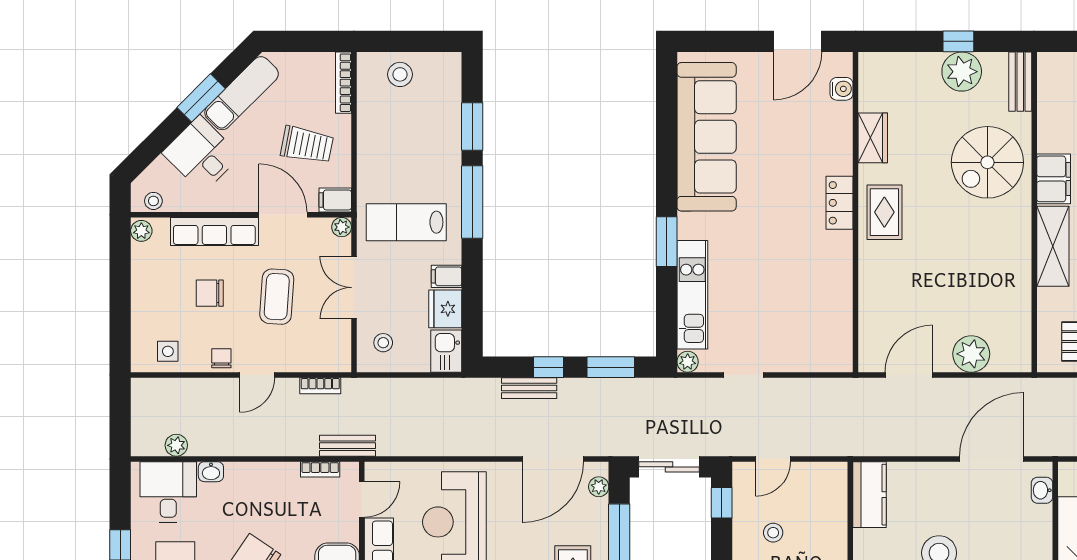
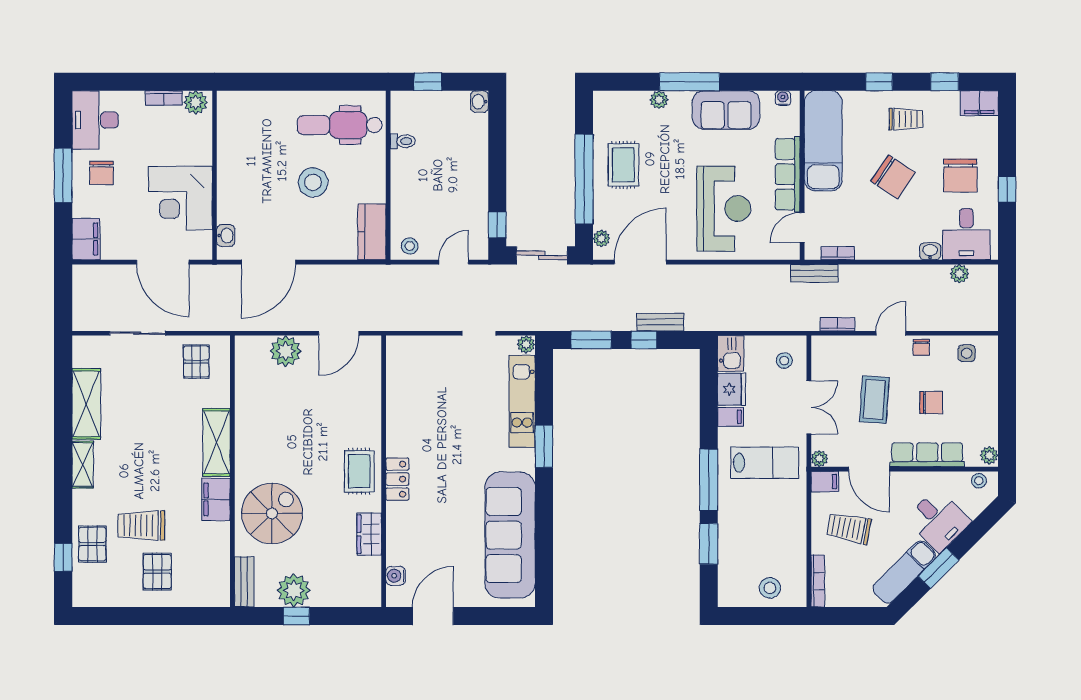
stool: (773, 533) -> (410, 246), moved

